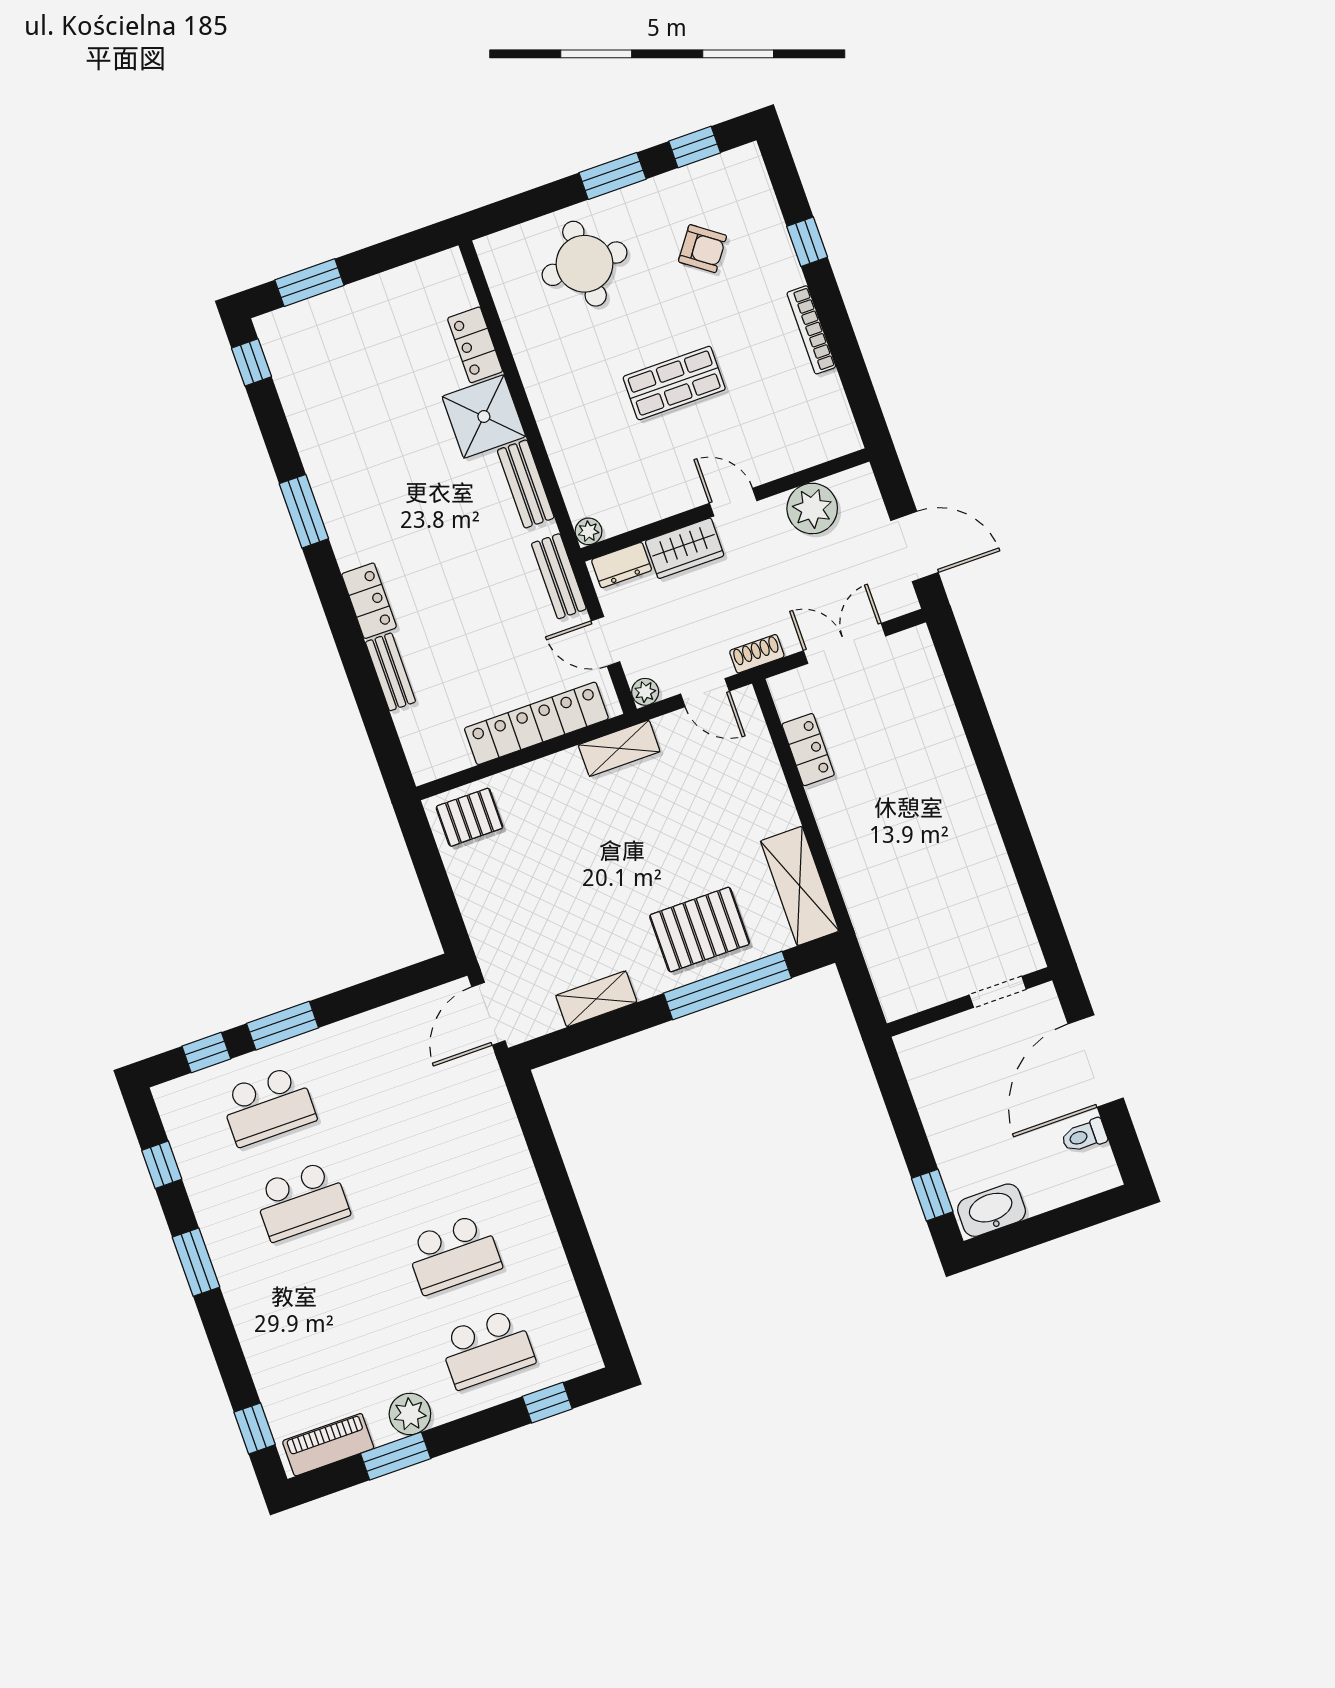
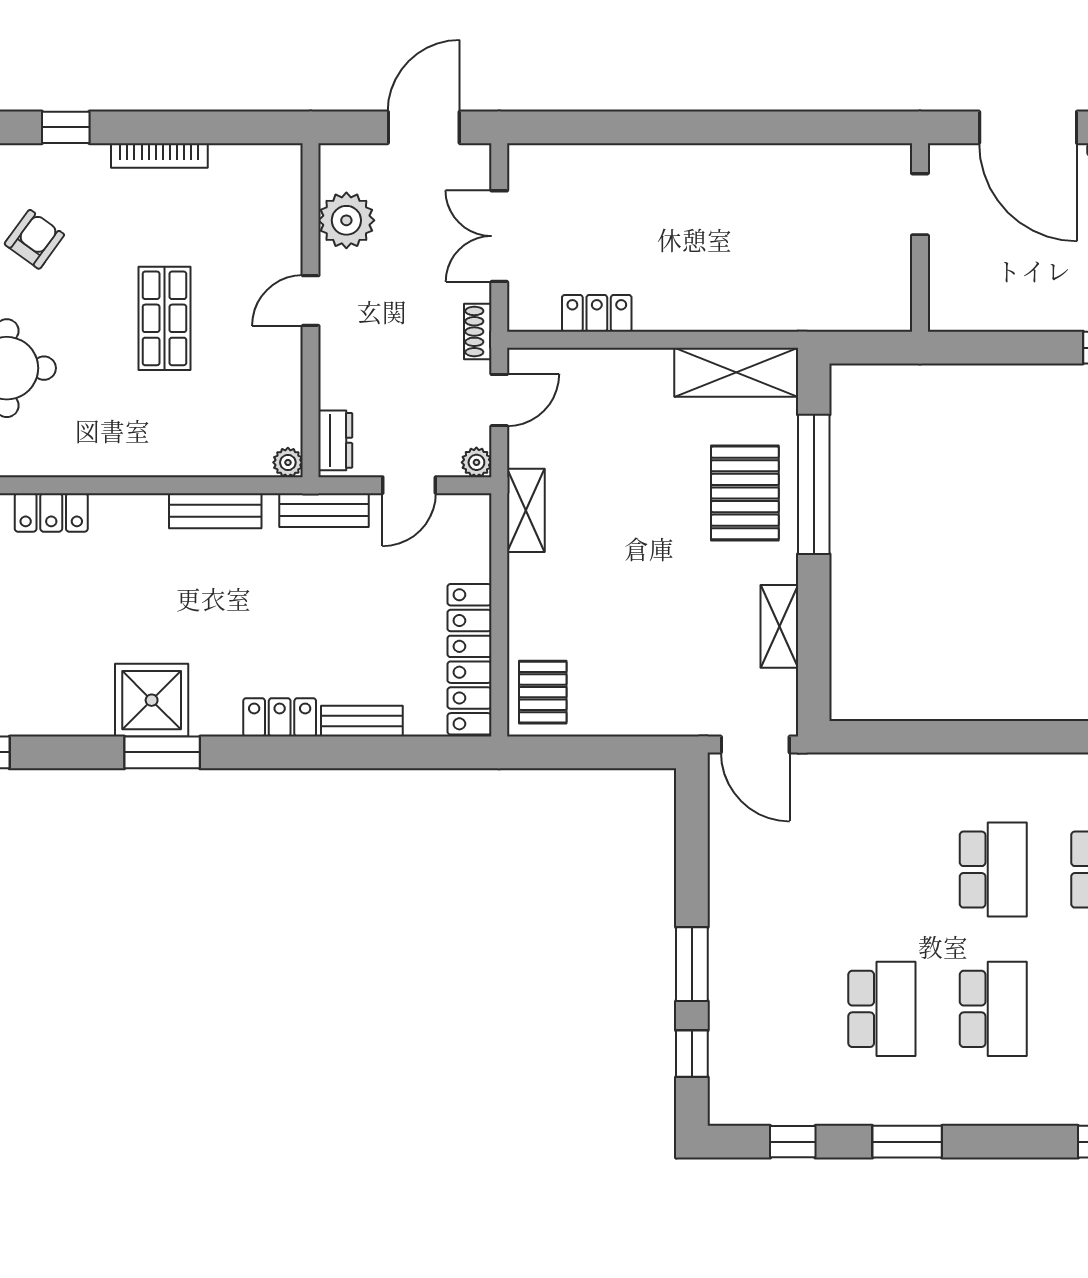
shower: (484, 416) -> (152, 700), moved
wardrobe: (685, 548) -> (341, 368), removed
locker: (536, 723) -> (469, 659), moved
school desk: (268, 1106) -> (993, 1009), moved

